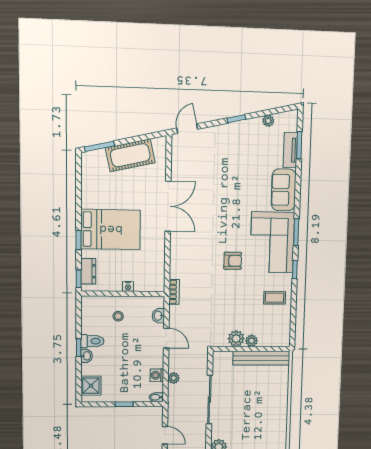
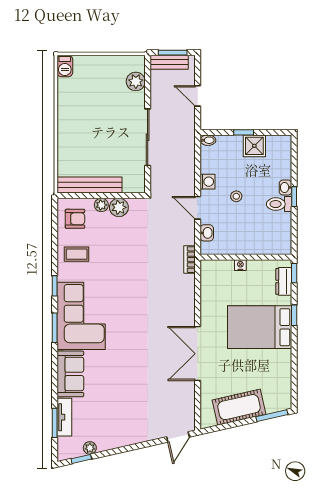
window: (236, 119) -> (81, 459), moved
armchair: (233, 261) -> (75, 219), moved, turned 180
stool: (118, 316) -> (236, 196), moved
washing machine: (157, 375) -> (208, 182), moved
plant: (174, 378) -> (189, 162), removed
shower: (91, 386) -> (254, 146), moved

